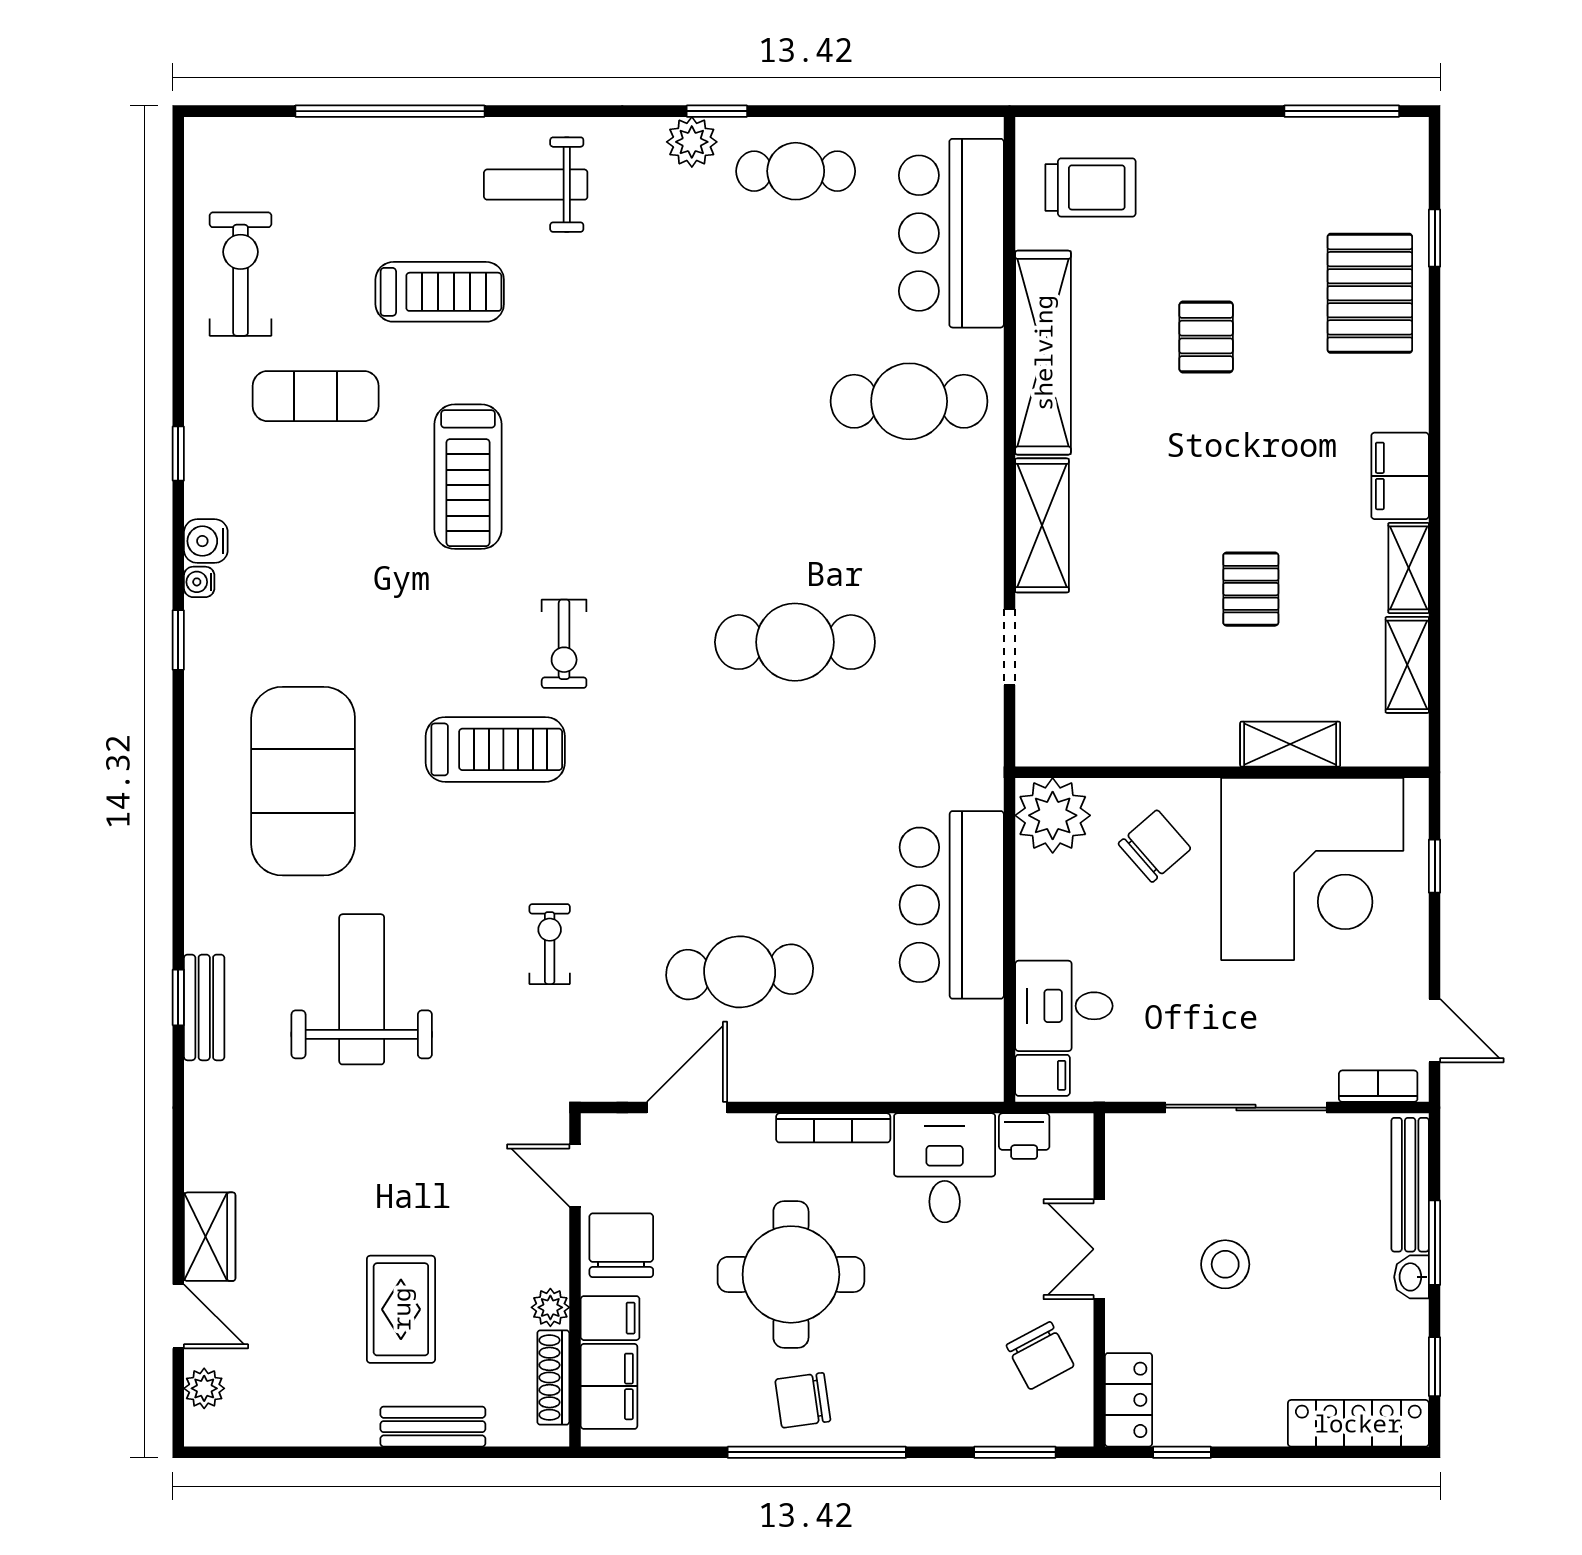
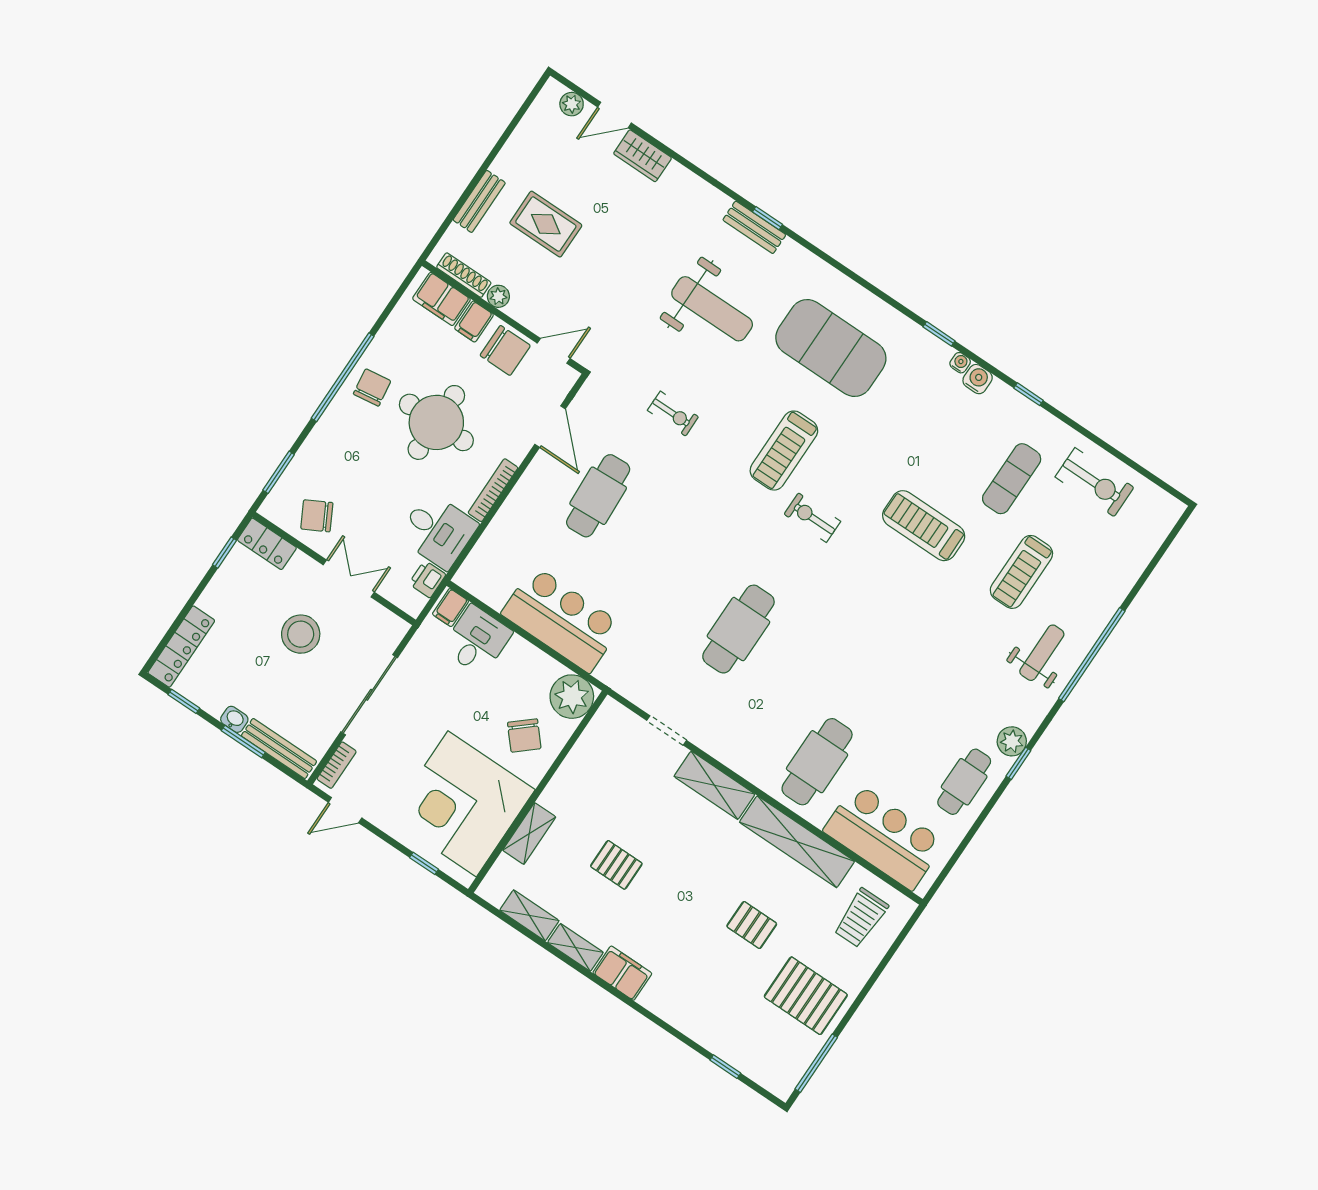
window: (390, 111) -> (1092, 655), moved
pallet: (1370, 293) -> (806, 996), moved
stool: (1225, 1264) -> (301, 634), width x1.38, depth x1.38

